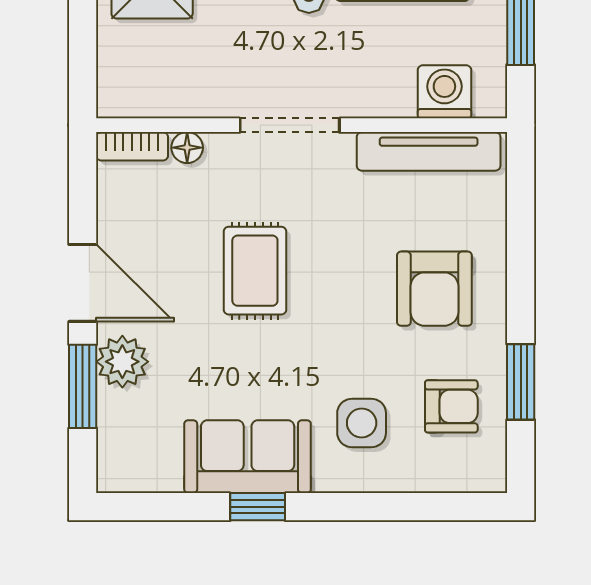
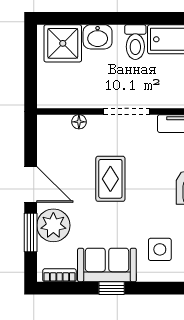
bookcase: (132, 146) -> (59, 275), moved, turned 180
plant: (122, 362) -> (53, 225), width x1.36, depth x1.36

